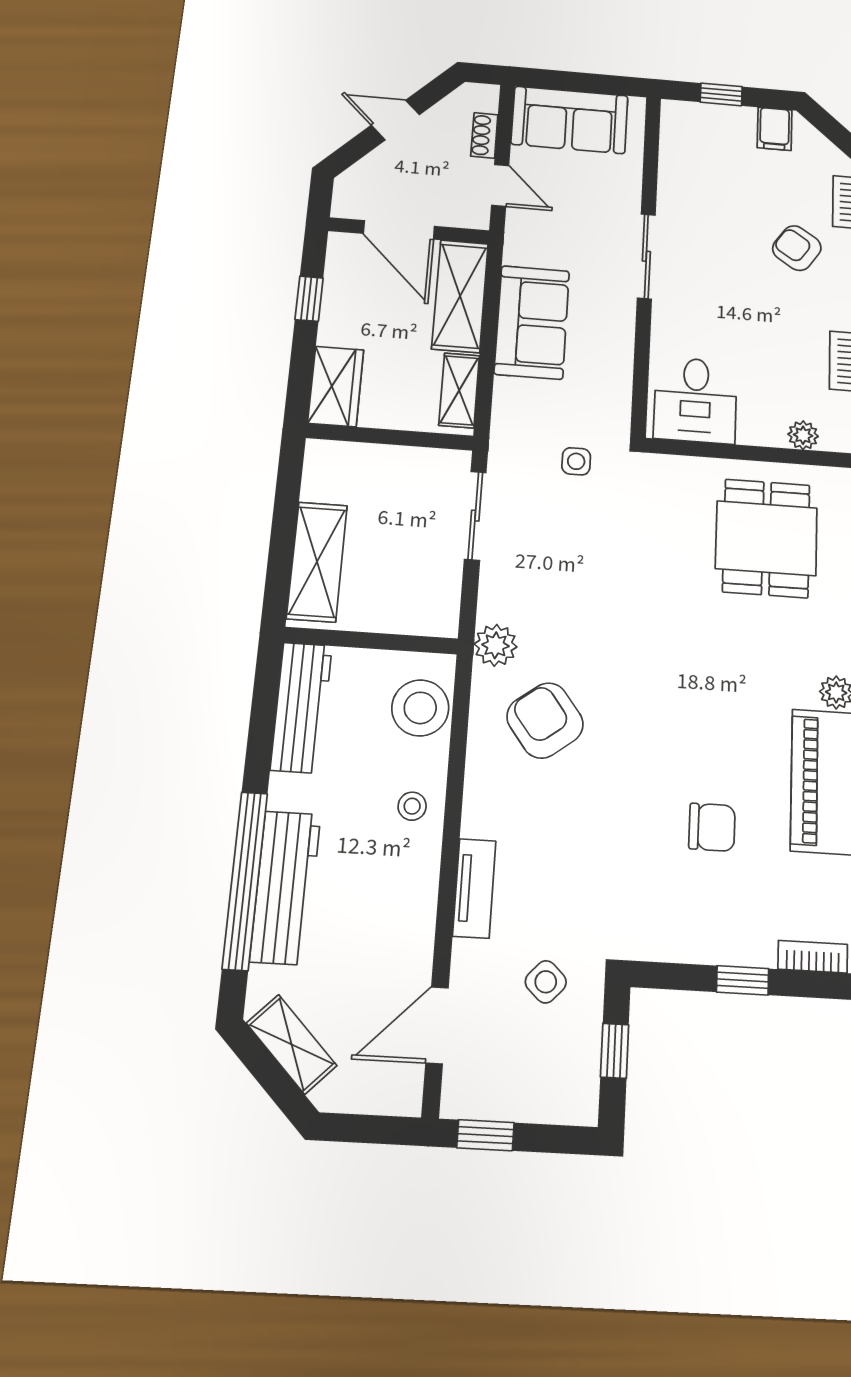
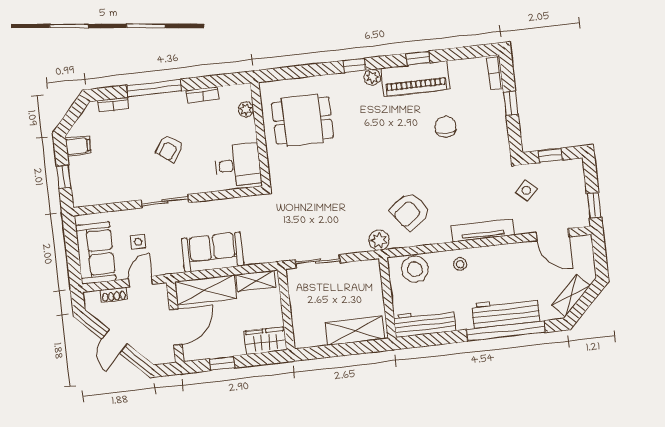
armchair: (797, 248) -> (169, 148), moved
side table: (576, 461) -> (138, 242), moved
tv unit: (474, 888) -> (483, 230), width x1.41

